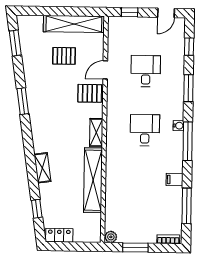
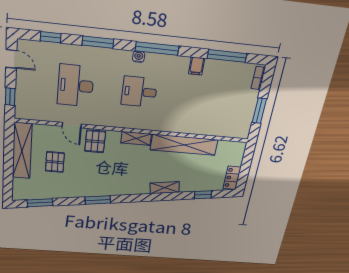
desk: (146, 71) -> (76, 86), width x1.37
plant: (111, 237) -> (244, 133), removed

